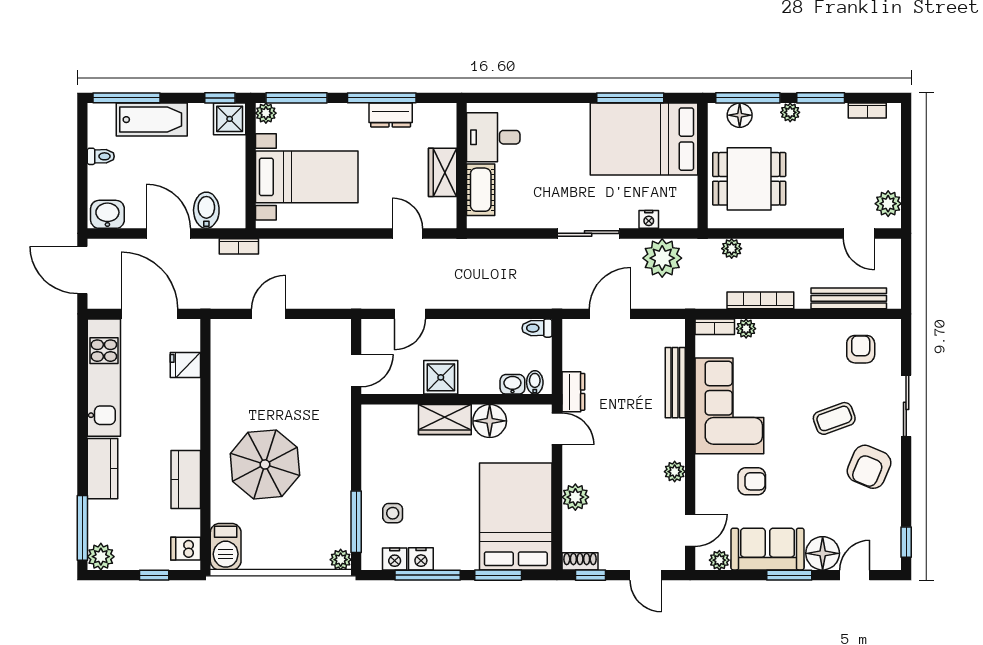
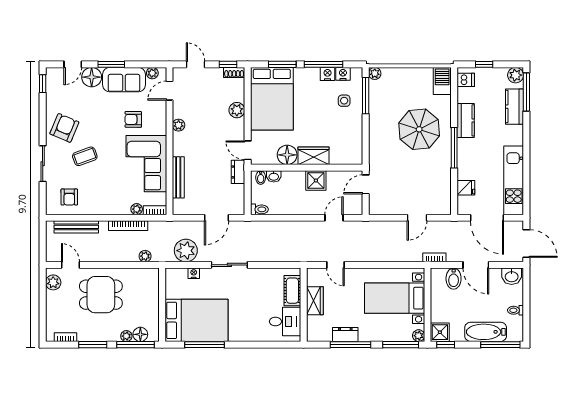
plant: (790, 112) -> (126, 336), moved
dining table: (749, 179) -> (101, 295), moved
window: (205, 433) -> (454, 148), added
kitchen counter: (103, 469) -> (515, 107), moved

